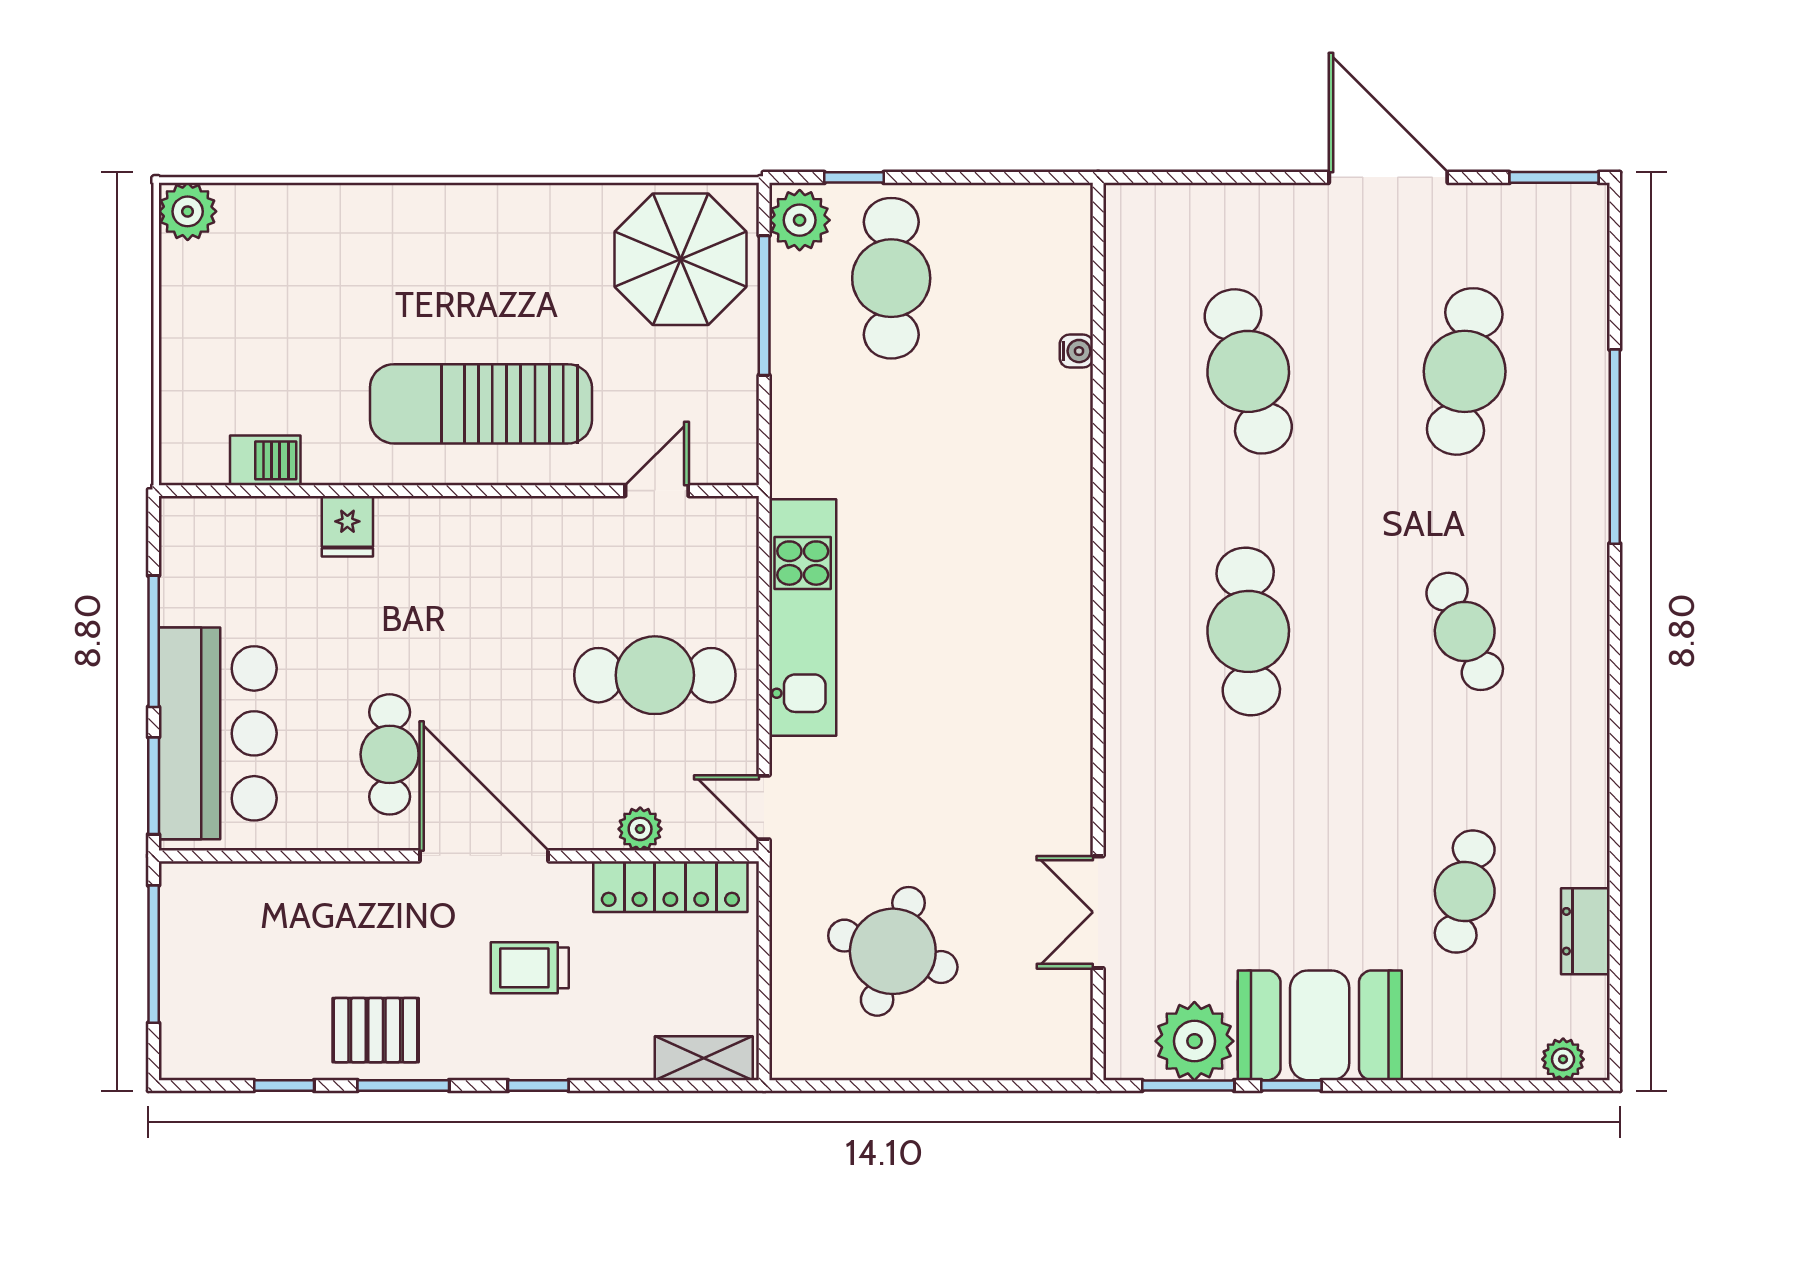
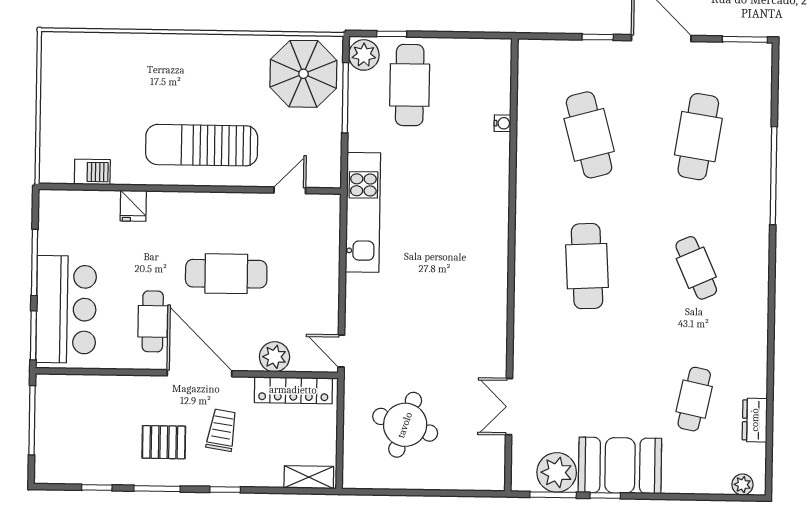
window: (1262, 177) -> (598, 37), added
plant: (188, 211) -> (55, 46), removed
kitchen unit: (803, 617) -> (363, 212), moved
cafe table: (655, 675) -> (226, 274), moved
plant: (640, 829) -> (274, 357), width x1.38, depth x1.38
trolley: (530, 968) -> (222, 430), turned 99
pallet: (376, 1030) -> (164, 442), moved

